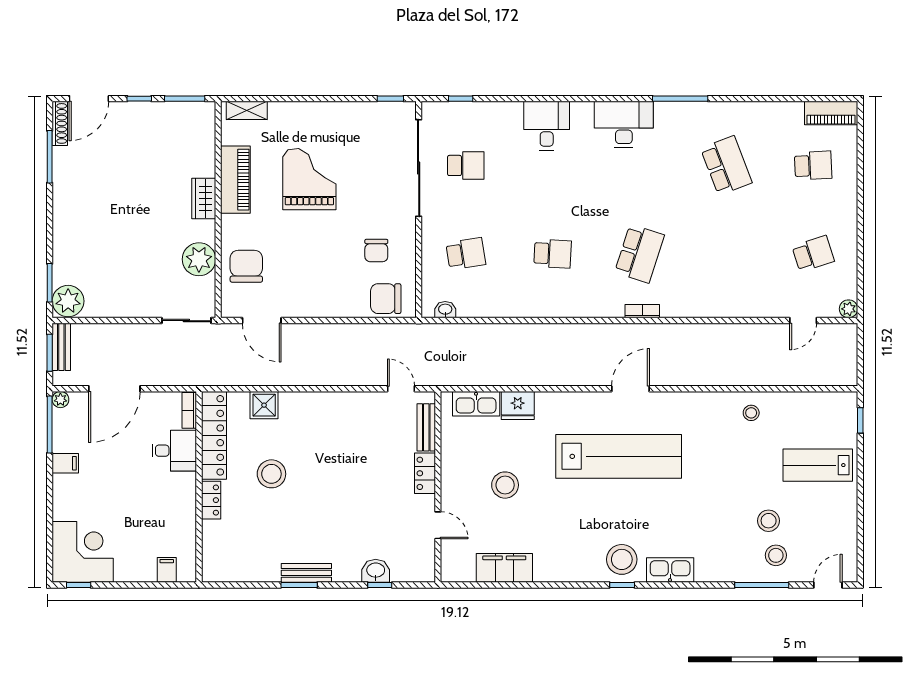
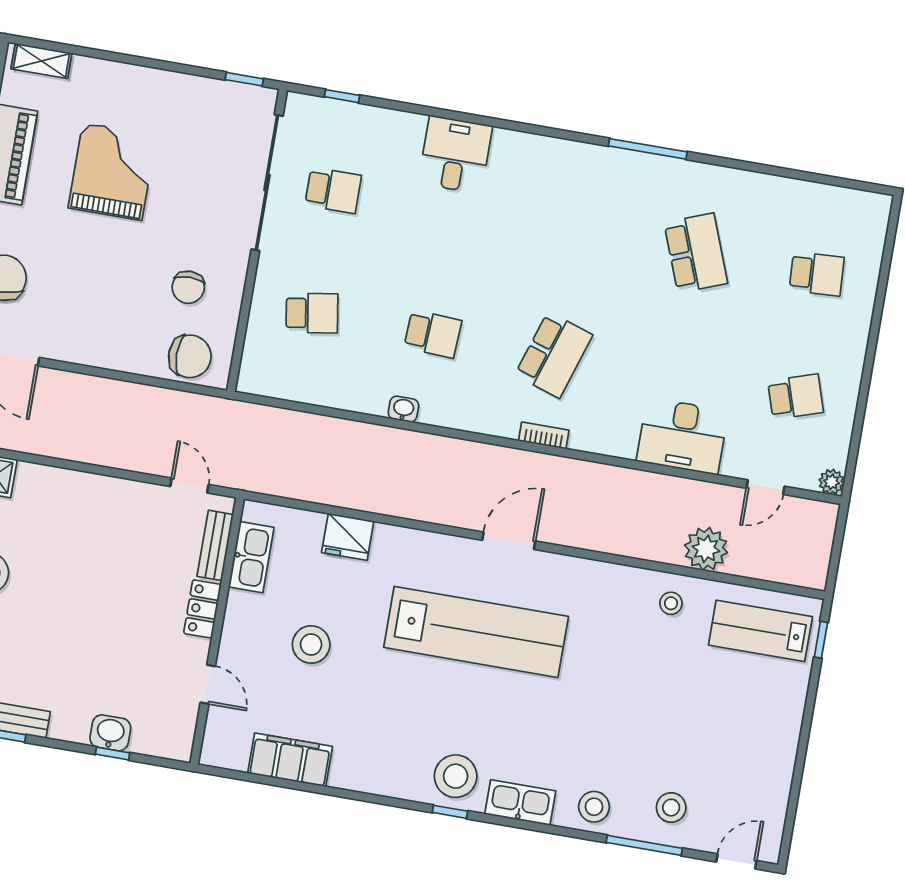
piano: (831, 113) -> (854, 205), removed
desk: (624, 124) -> (682, 436), moved, turned 180
chair: (386, 299) -> (190, 356), turned 180
washbasin: (445, 310) -> (403, 409), moved
plant: (769, 371) -> (706, 549), added
kitchen sink: (476, 404) -> (251, 557), moved, turned -90
lab bench: (818, 465) -> (760, 631), moved
stool: (769, 521) -> (594, 807), moved

